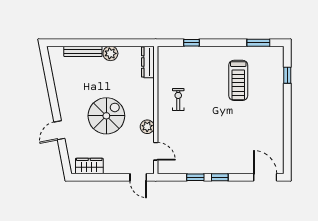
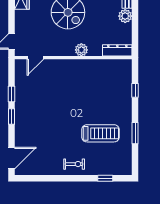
window: (258, 43) -> (135, 133), moved
treadmill: (238, 80) -> (101, 133), turned 180
exercise bike: (178, 99) -> (74, 164), moved
plant: (147, 127) -> (81, 50), moved

